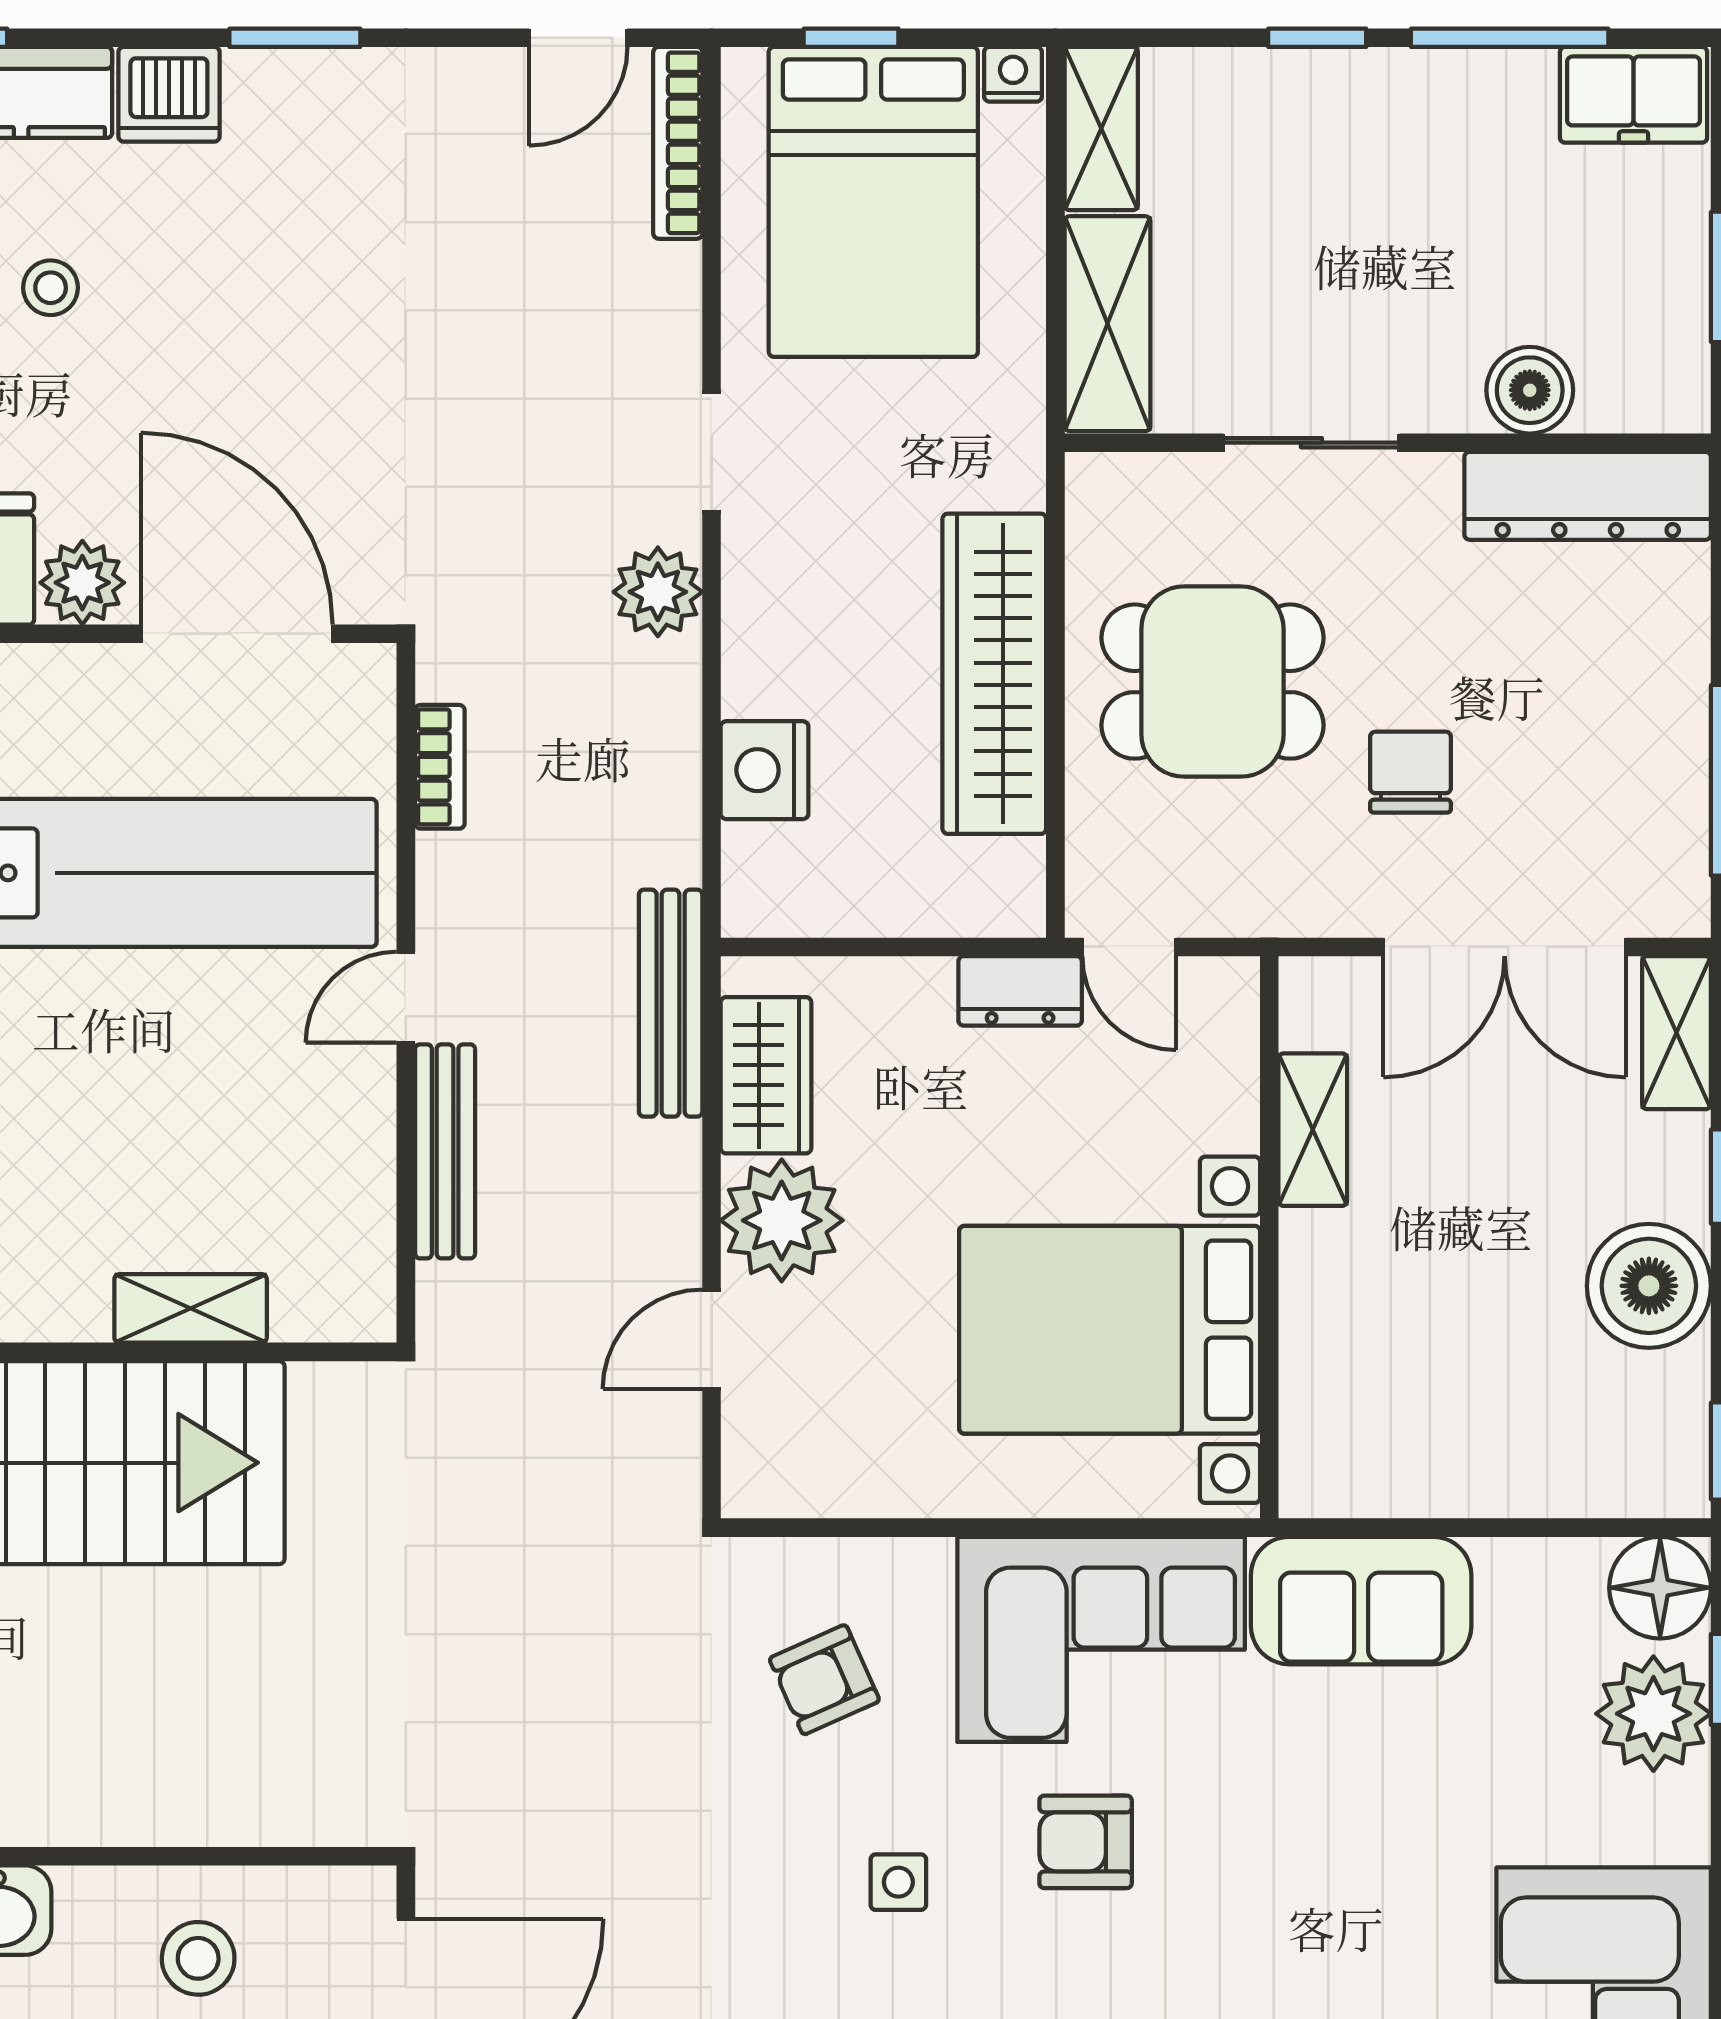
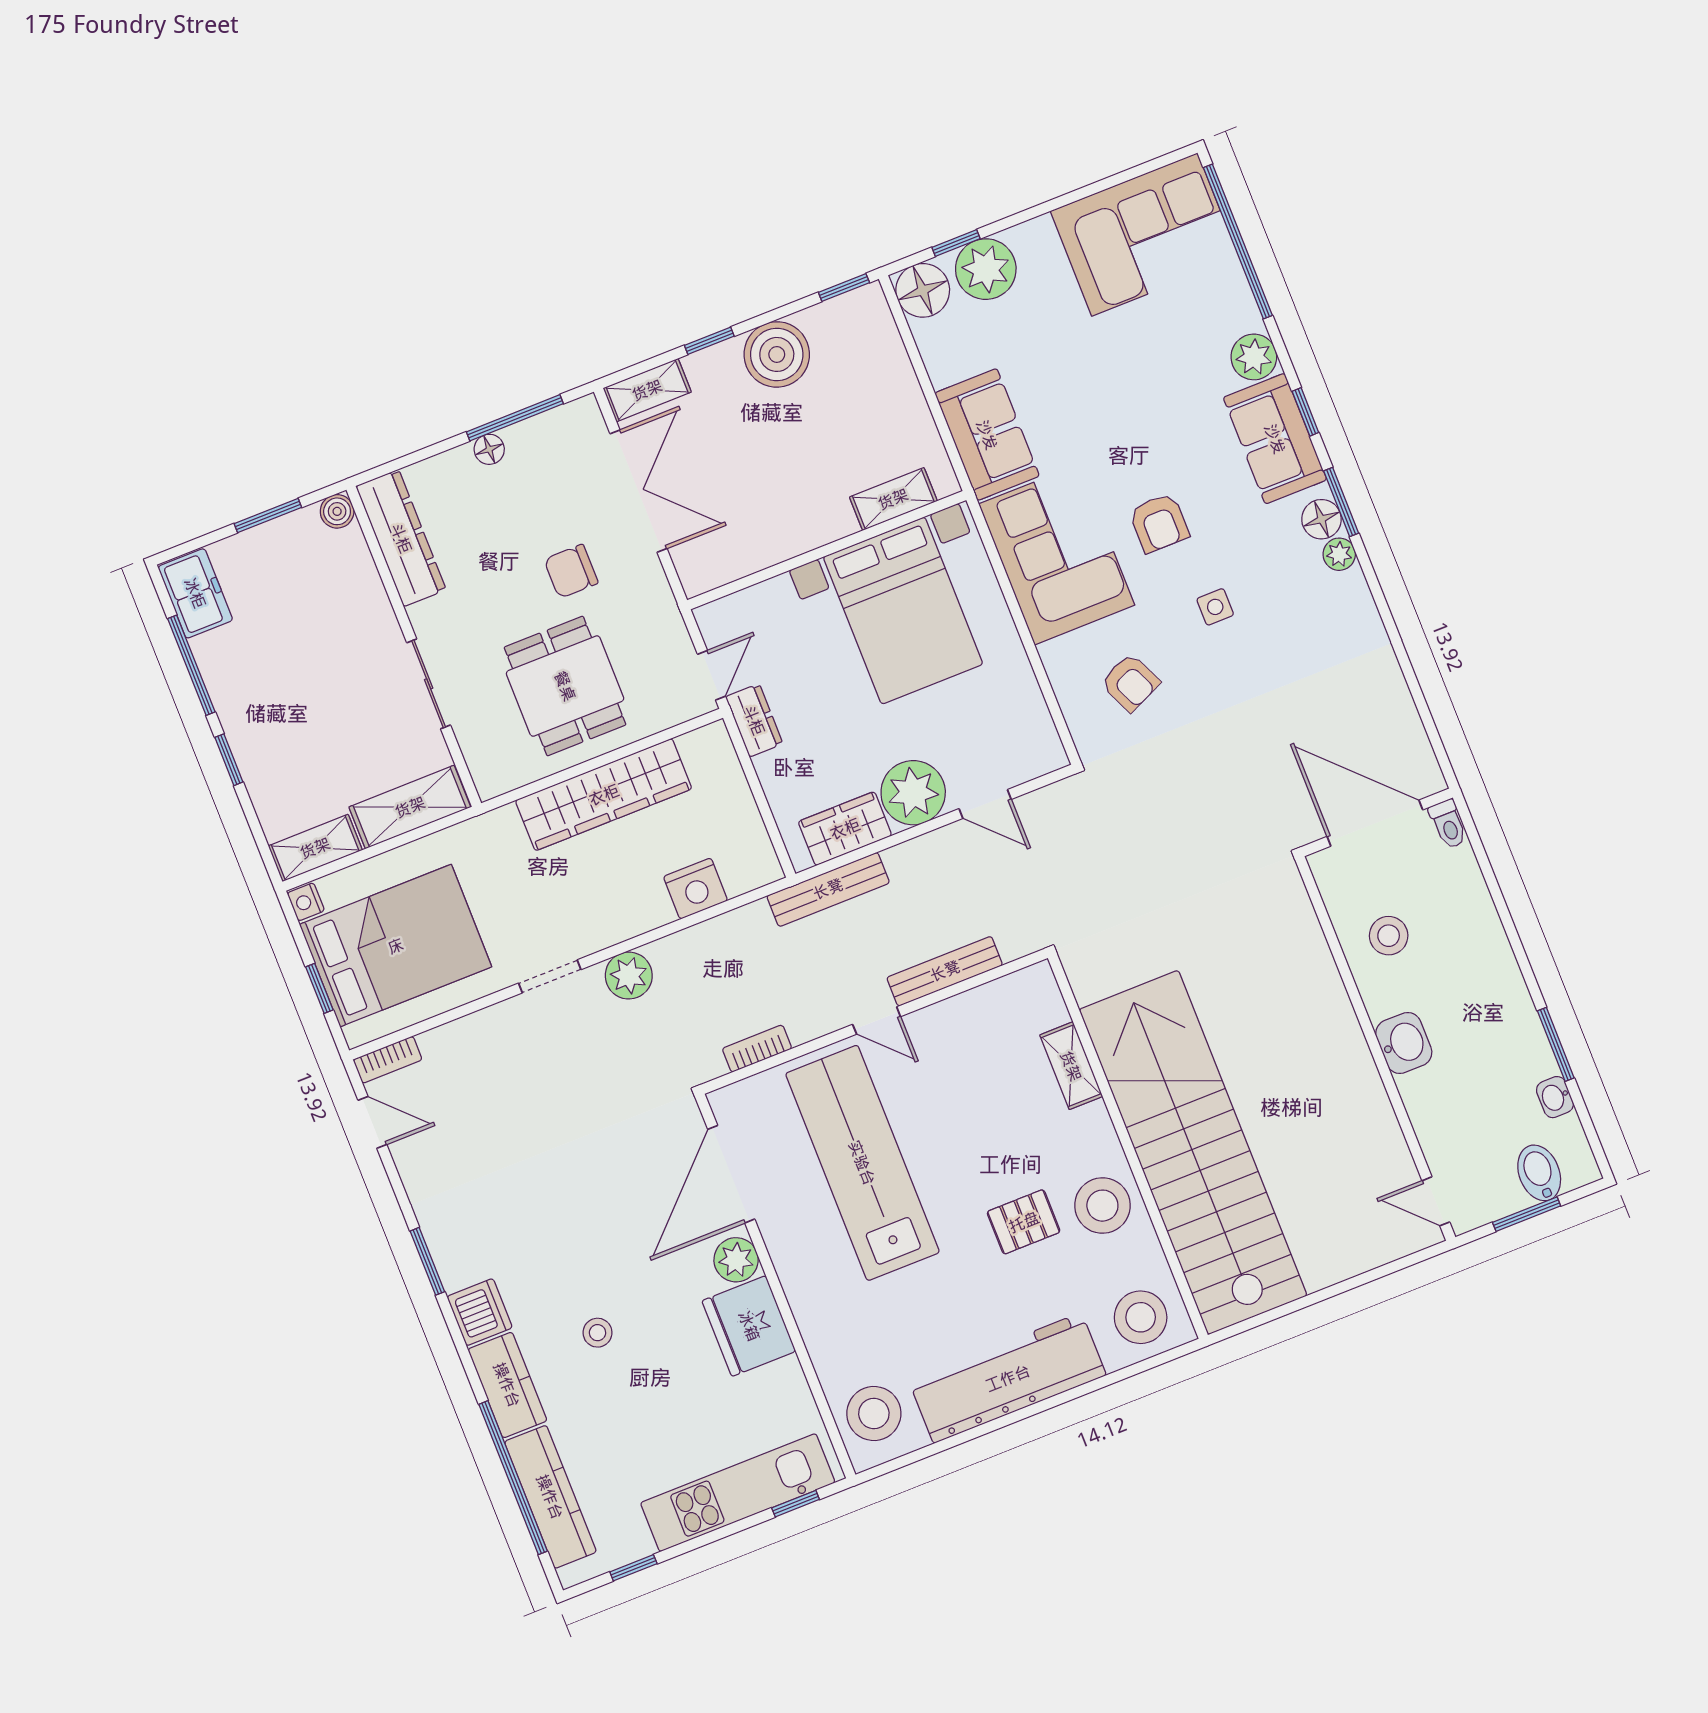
bookcase: (678, 143) -> (388, 1060), width x0.64
boiler: (1530, 390) -> (337, 511), moved, width x0.73, depth x0.73
floor lamp: (1682, 713) -> (489, 449), added
shelving: (1313, 1130) -> (893, 499), moved

